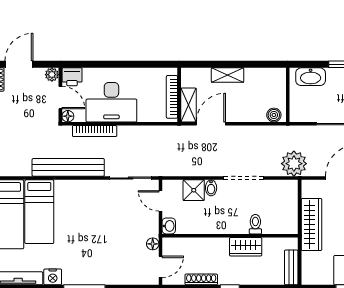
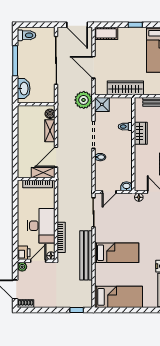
shelving: (228, 75) -> (50, 131), moved
door: (211, 124) -> (56, 157), hinge flipped
shower: (194, 190) -> (102, 104), moved
bed: (39, 212) -> (117, 253), moved

